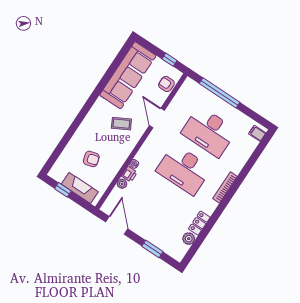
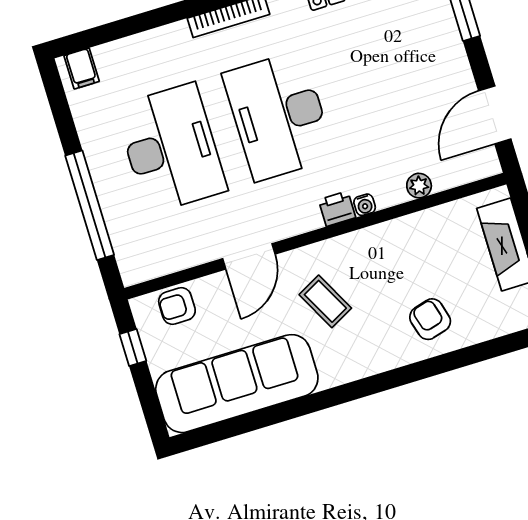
armchair: (166, 84) -> (177, 306), turned 90
armchair: (91, 159) -> (430, 319), moved
desk: (184, 169) -> (279, 116), turned 180
printer: (129, 174) -> (337, 209), moved

